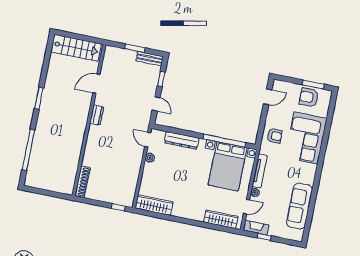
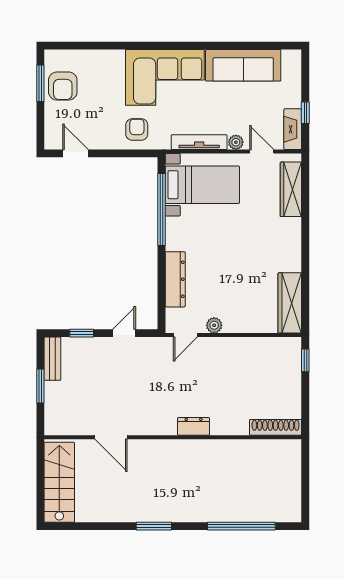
dresser: (97, 115) -> (194, 426), moved
corner sofa: (306, 138) -> (165, 77), moved
bed with nightstands: (227, 166) -> (202, 185), width x0.73

